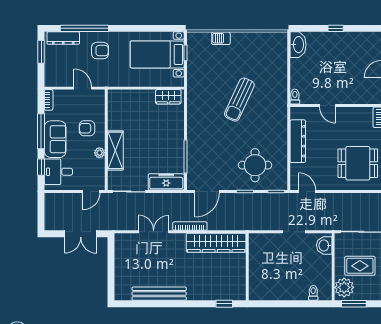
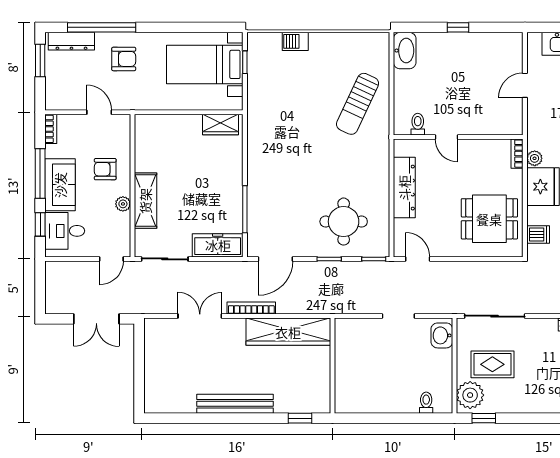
toilet: (295, 97) -> (418, 124), moved
sun lounger: (239, 100) -> (358, 104), moved
bench: (159, 294) -> (235, 404), moved
window: (354, 304) -> (484, 418), width x0.67

